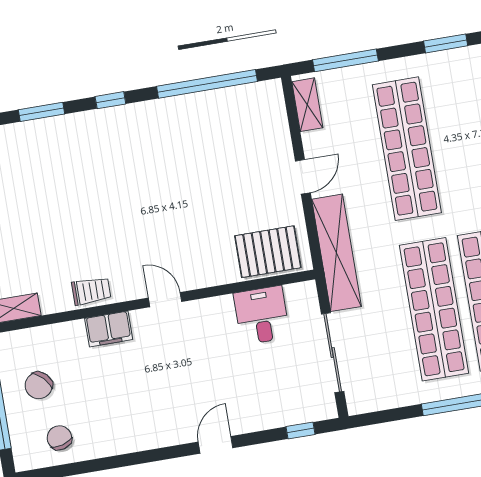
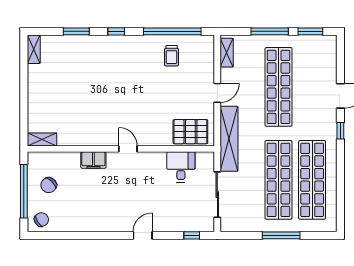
window: (345, 60) -> (270, 31), moved
trolley: (91, 291) -> (172, 56), moved, turned 90
chair: (59, 438) -> (41, 220), moved, turned 72

